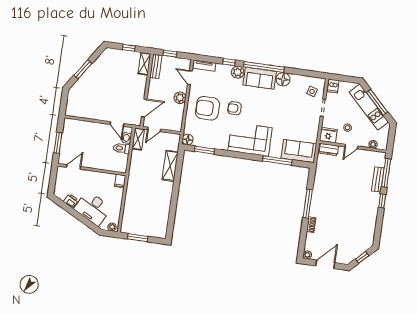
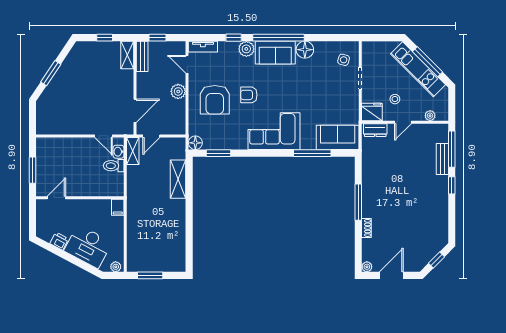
dishwasher: (333, 86) -> (369, 49), removed
armchair: (207, 108) -> (215, 100), turned -90

